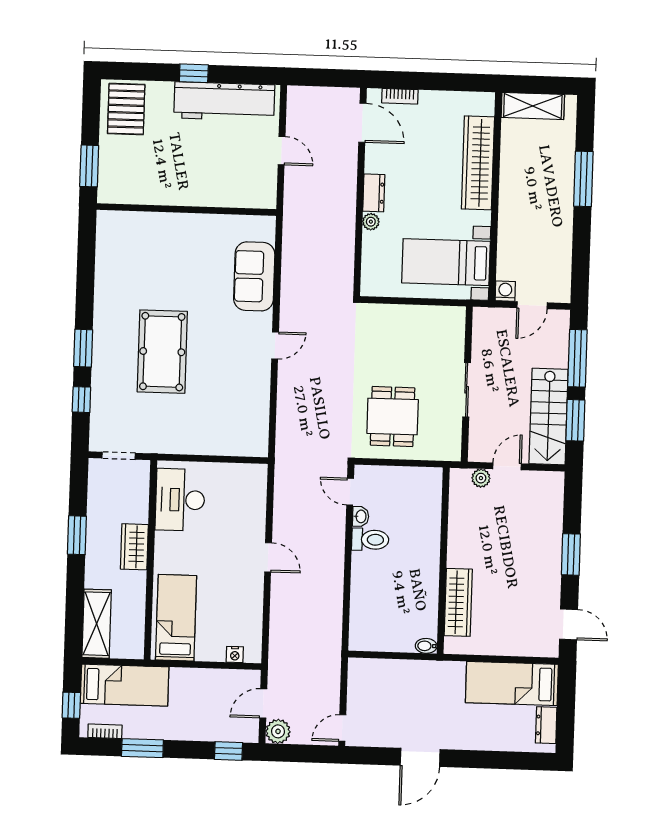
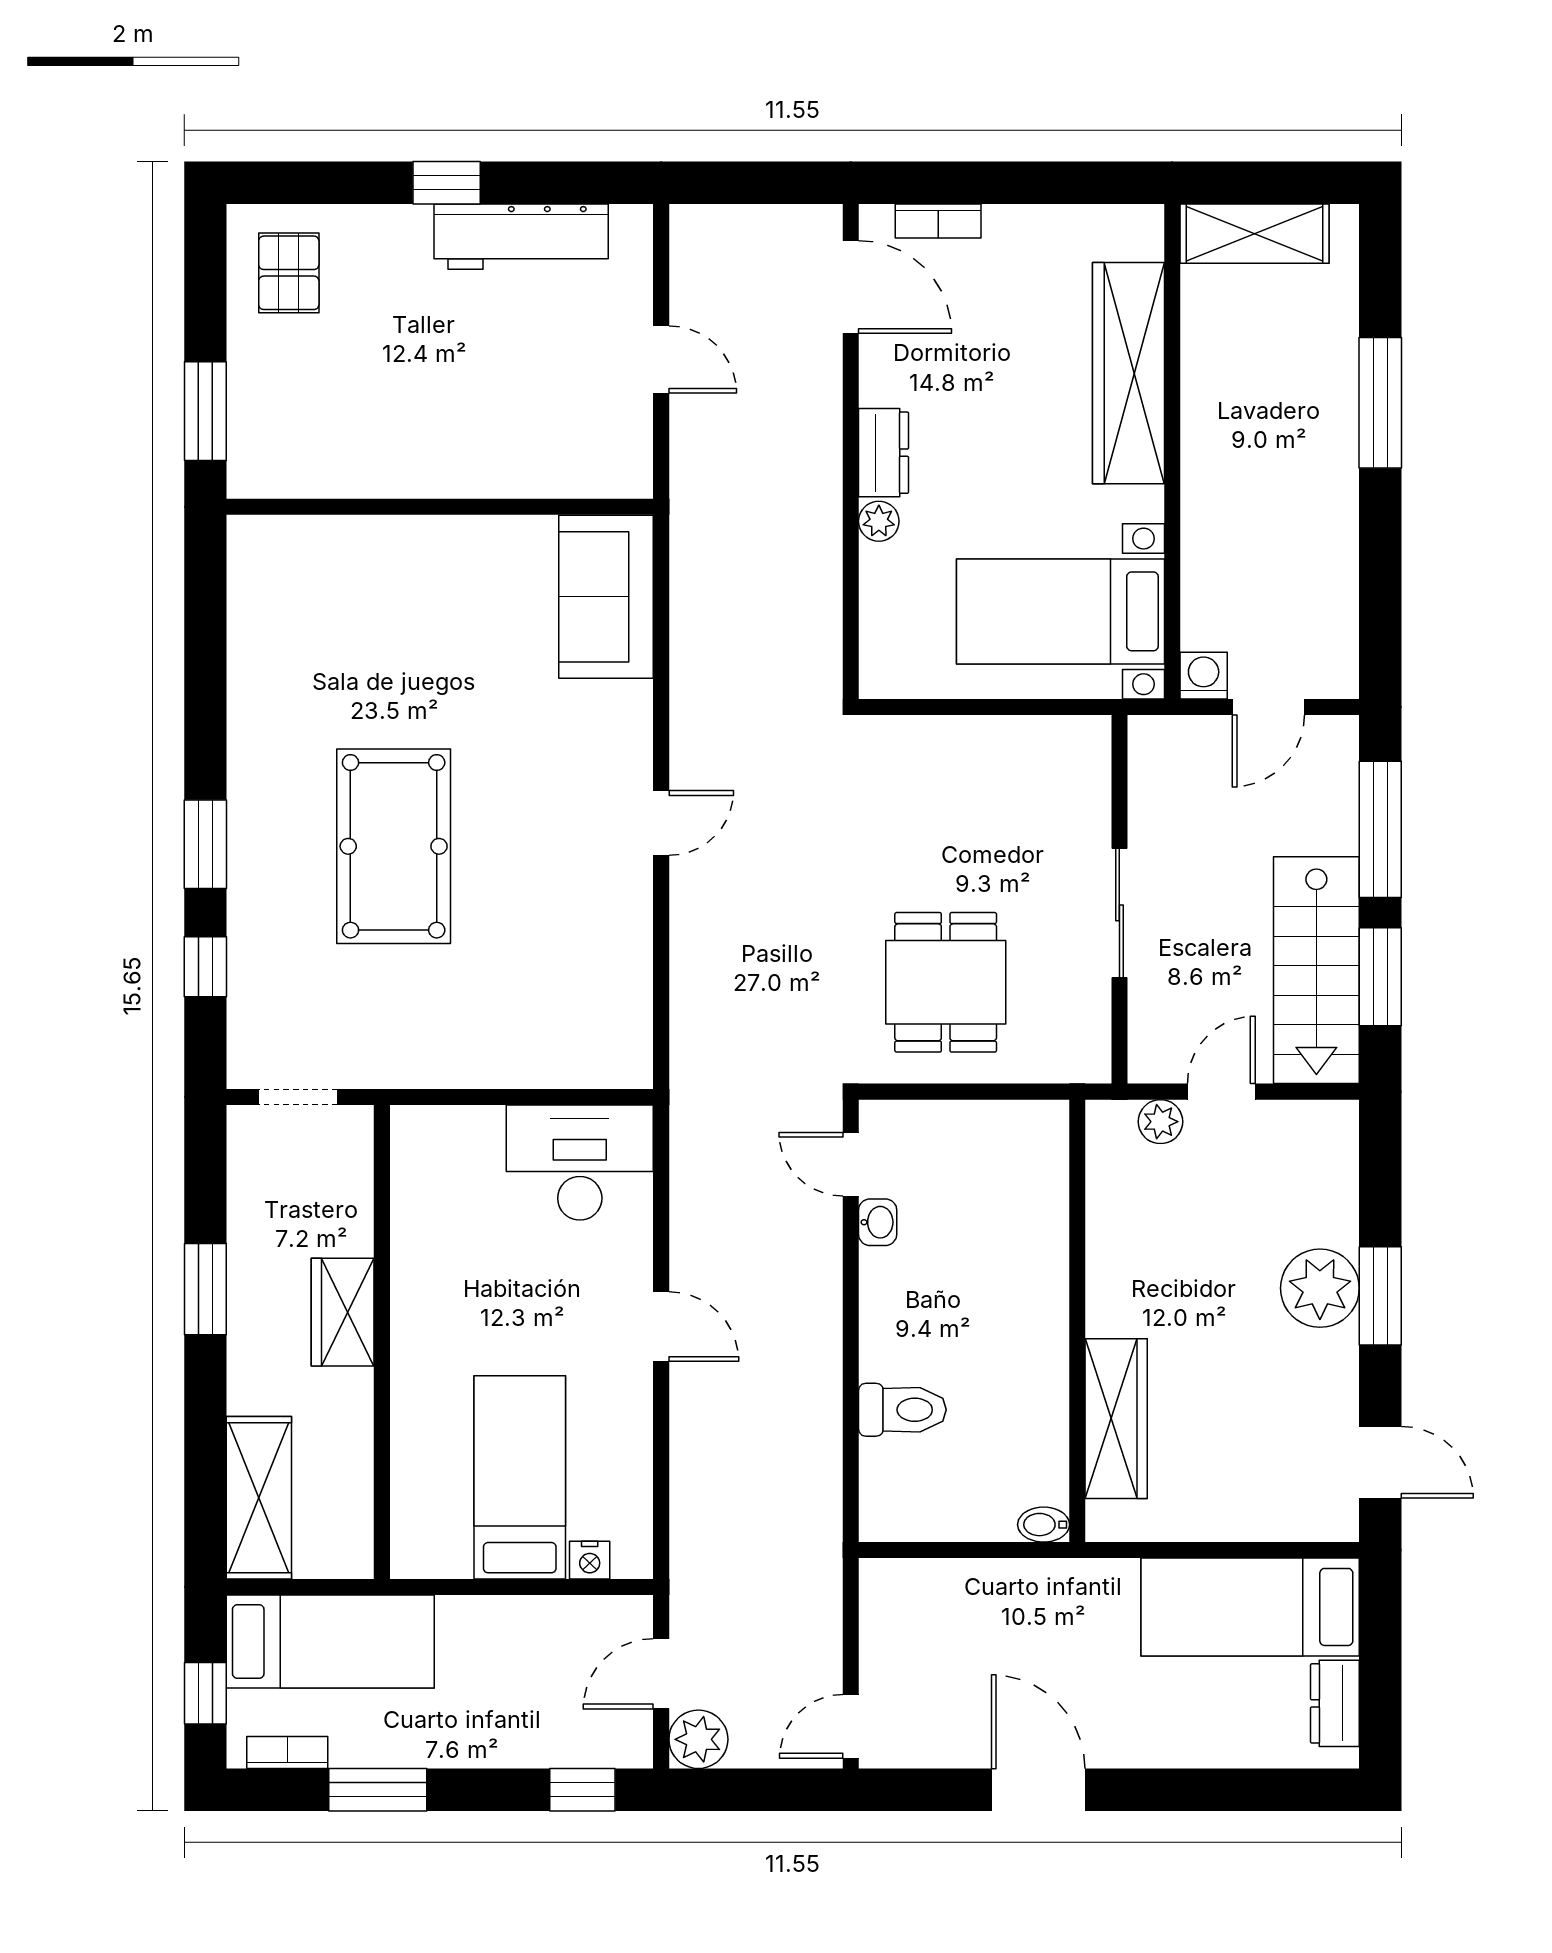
workbench: (224, 101) -> (521, 237), width x0.73, depth x0.76
pallet: (126, 109) -> (289, 273), width x0.67, depth x0.71
sofa: (254, 276) -> (606, 597), moved
desk: (180, 500) -> (580, 1162), moved, turned 90
toilet: (370, 540) -> (902, 1410), moved
plant: (546, 550) -> (1320, 1288), added
bed: (176, 618) -> (520, 1477), moved
door: (420, 757) -> (1038, 1790), swing flipped

